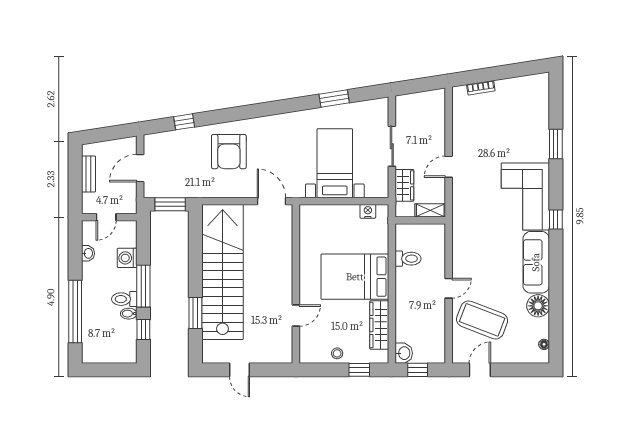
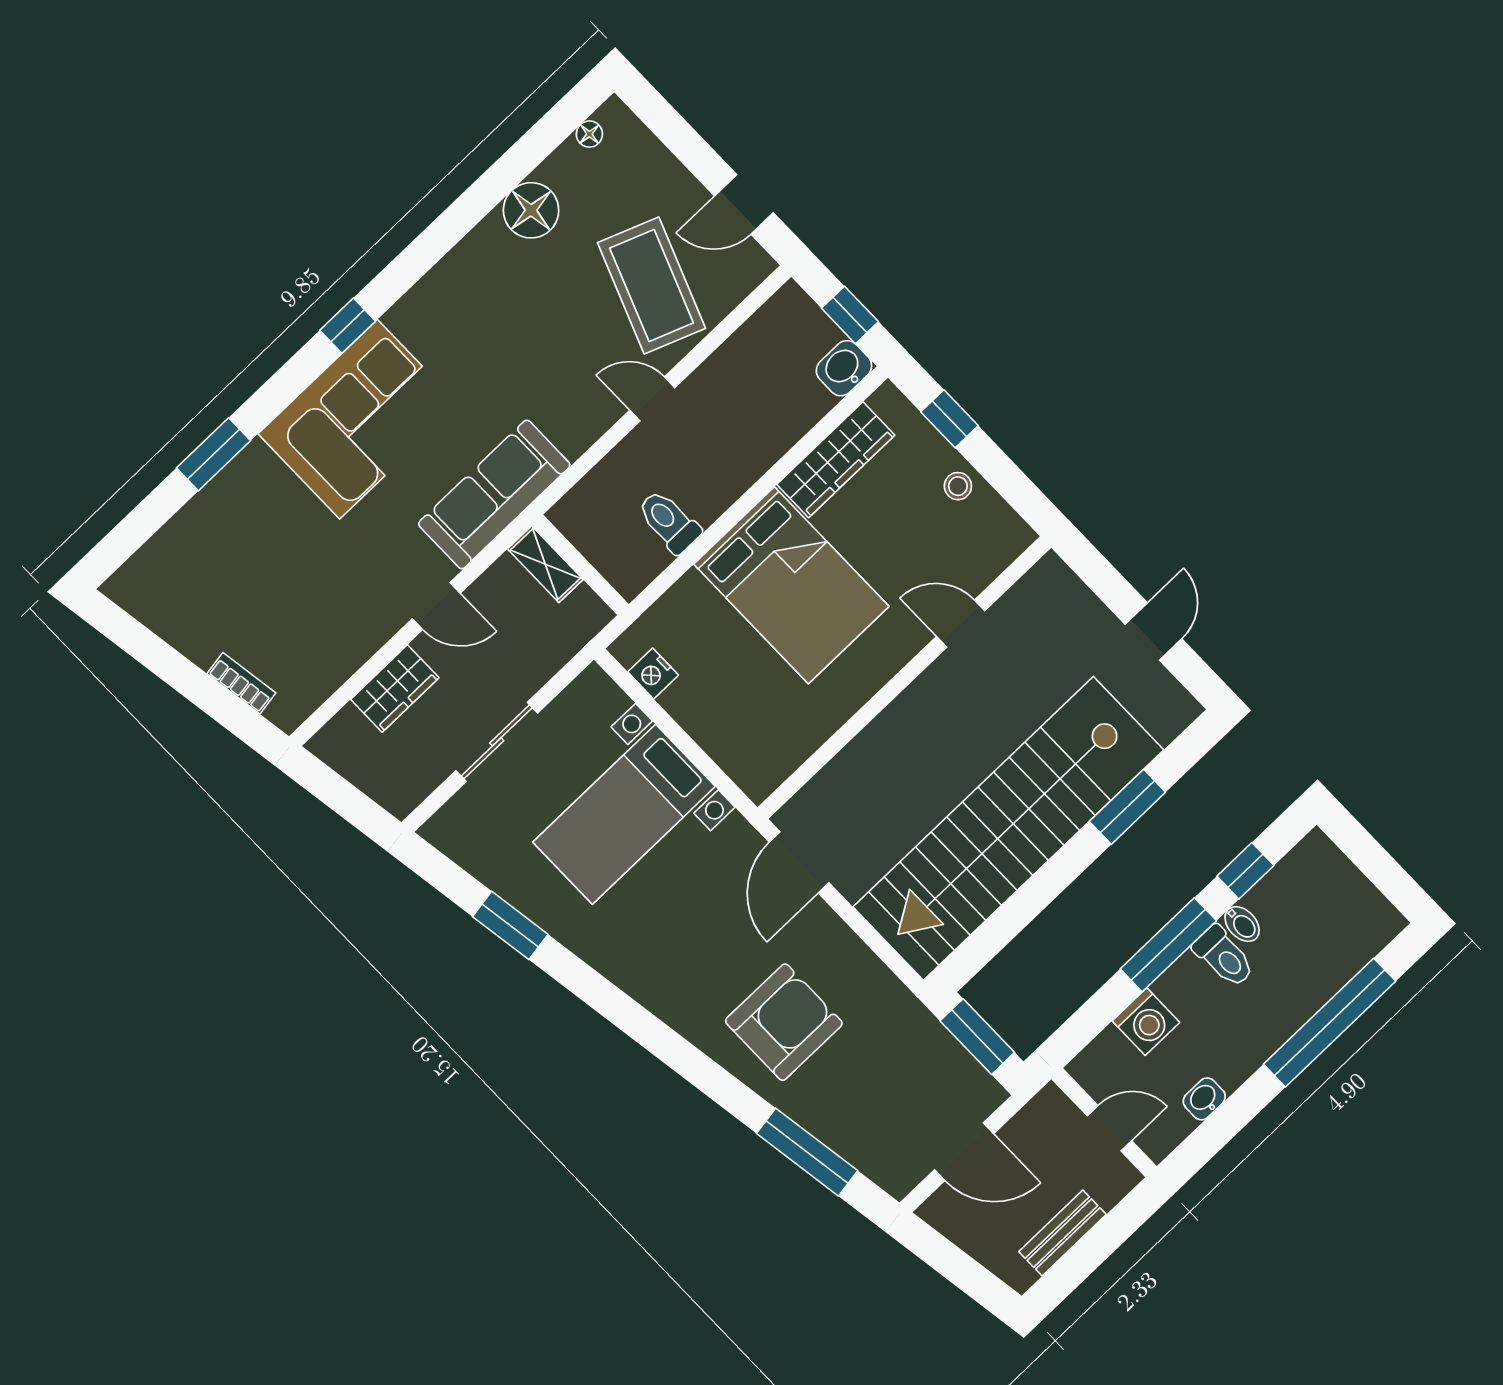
window: (184, 122) -> (807, 1152), width x2.17
wardrobe: (404, 185) -> (395, 688), moved, turned 180
sofa: (536, 262) -> (494, 494), moved, turned 180

